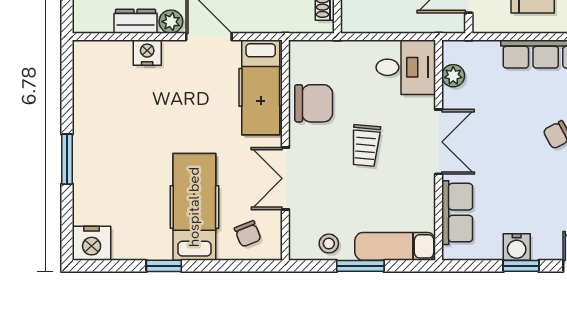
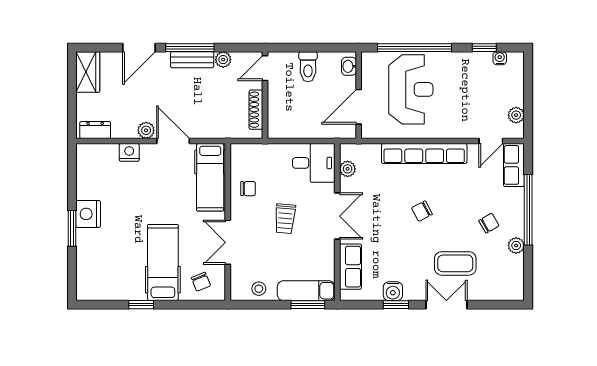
dresser: (136, 21) -> (95, 130), moved
chair: (314, 103) -> (248, 189), width x0.54, depth x0.54
nightstand: (92, 243) -> (88, 214), moved, turned 90
window: (360, 266) -> (308, 305), moved

